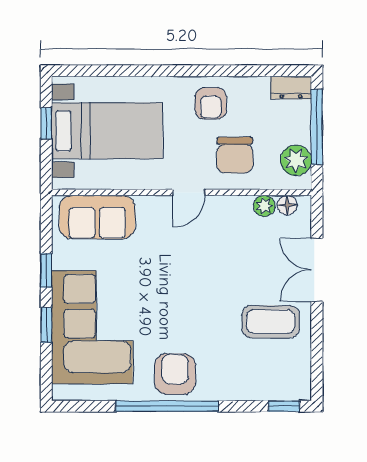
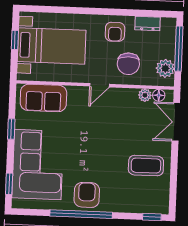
dresser: (291, 88) -> (148, 24), moved
double door: (317, 270) -> (176, 122), moved
window: (46, 325) -> (9, 184), moved

